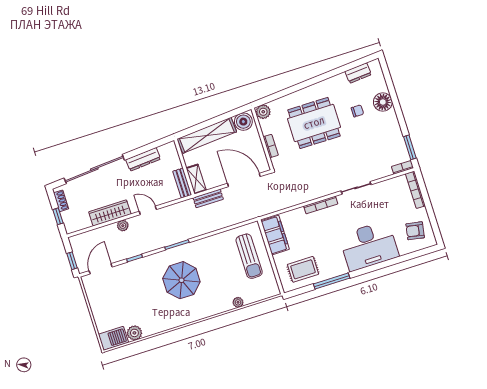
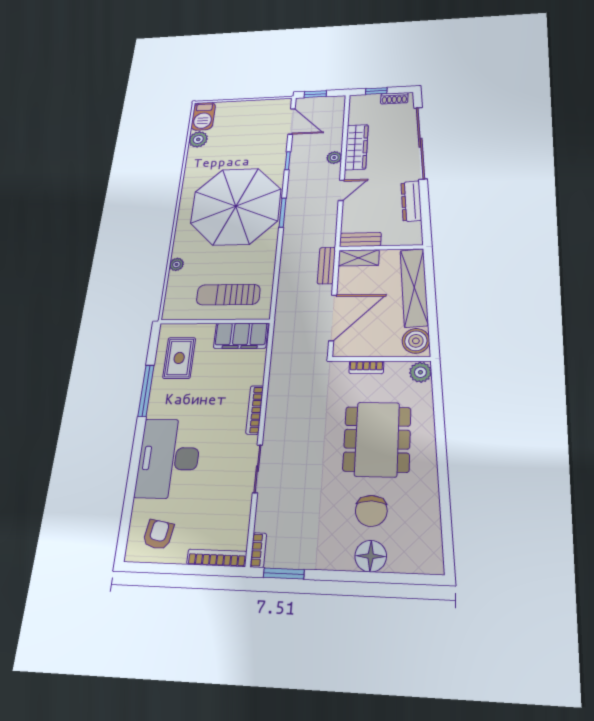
dresser: (358, 73) -> (431, 533), removed
chair: (357, 111) -> (371, 511), width x1.87, depth x1.87
parasol: (181, 280) -> (236, 206), width x1.86, depth x1.86

